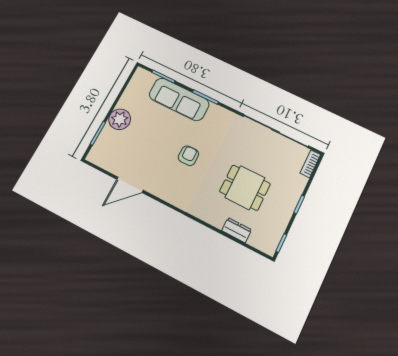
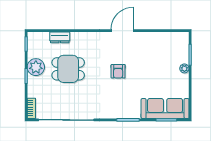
sofa: (179, 99) -> (165, 109), moved
plant: (120, 119) -> (184, 68), width x0.53, depth x0.53
door: (130, 185) -> (122, 31), moved
plant: (282, 209) -> (36, 67), added

